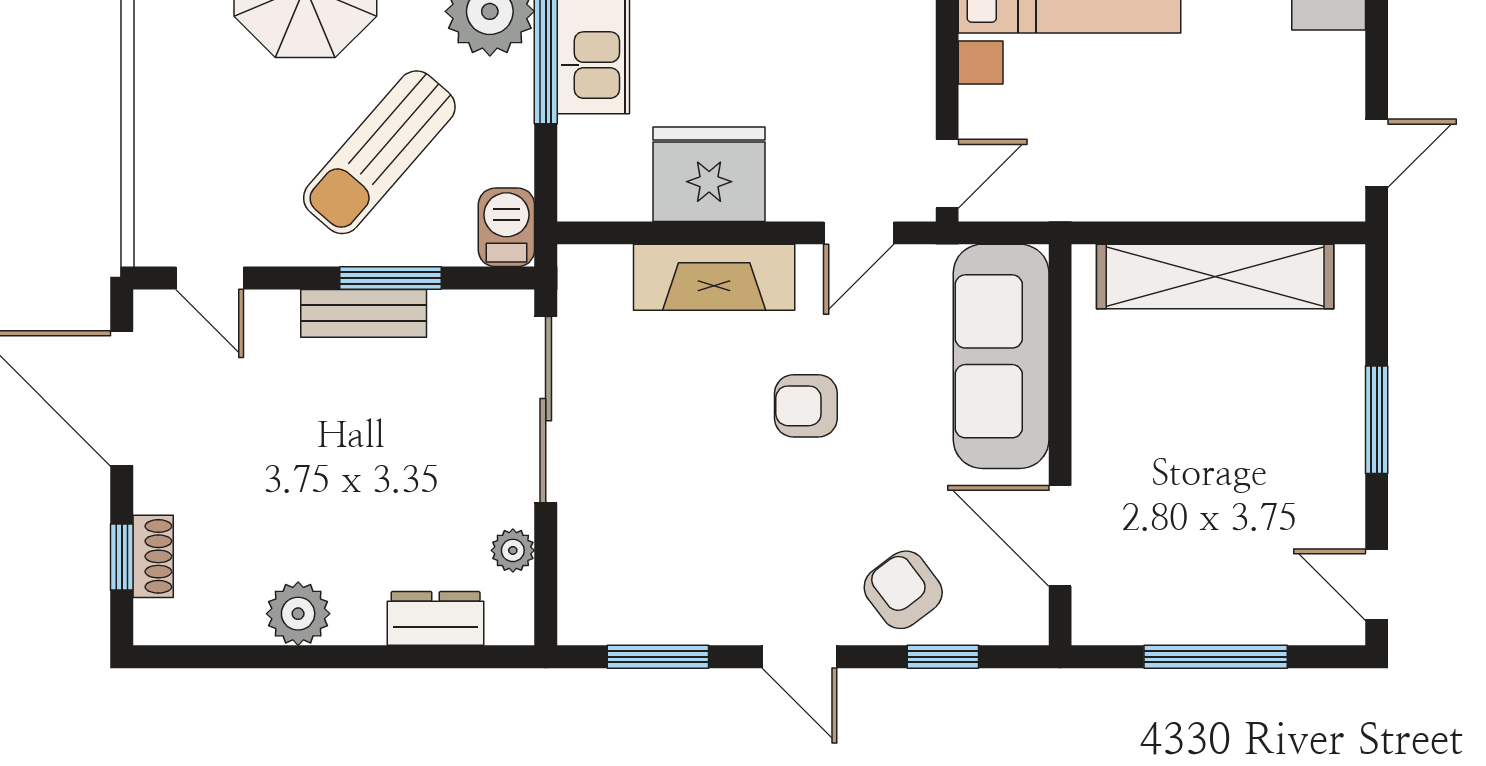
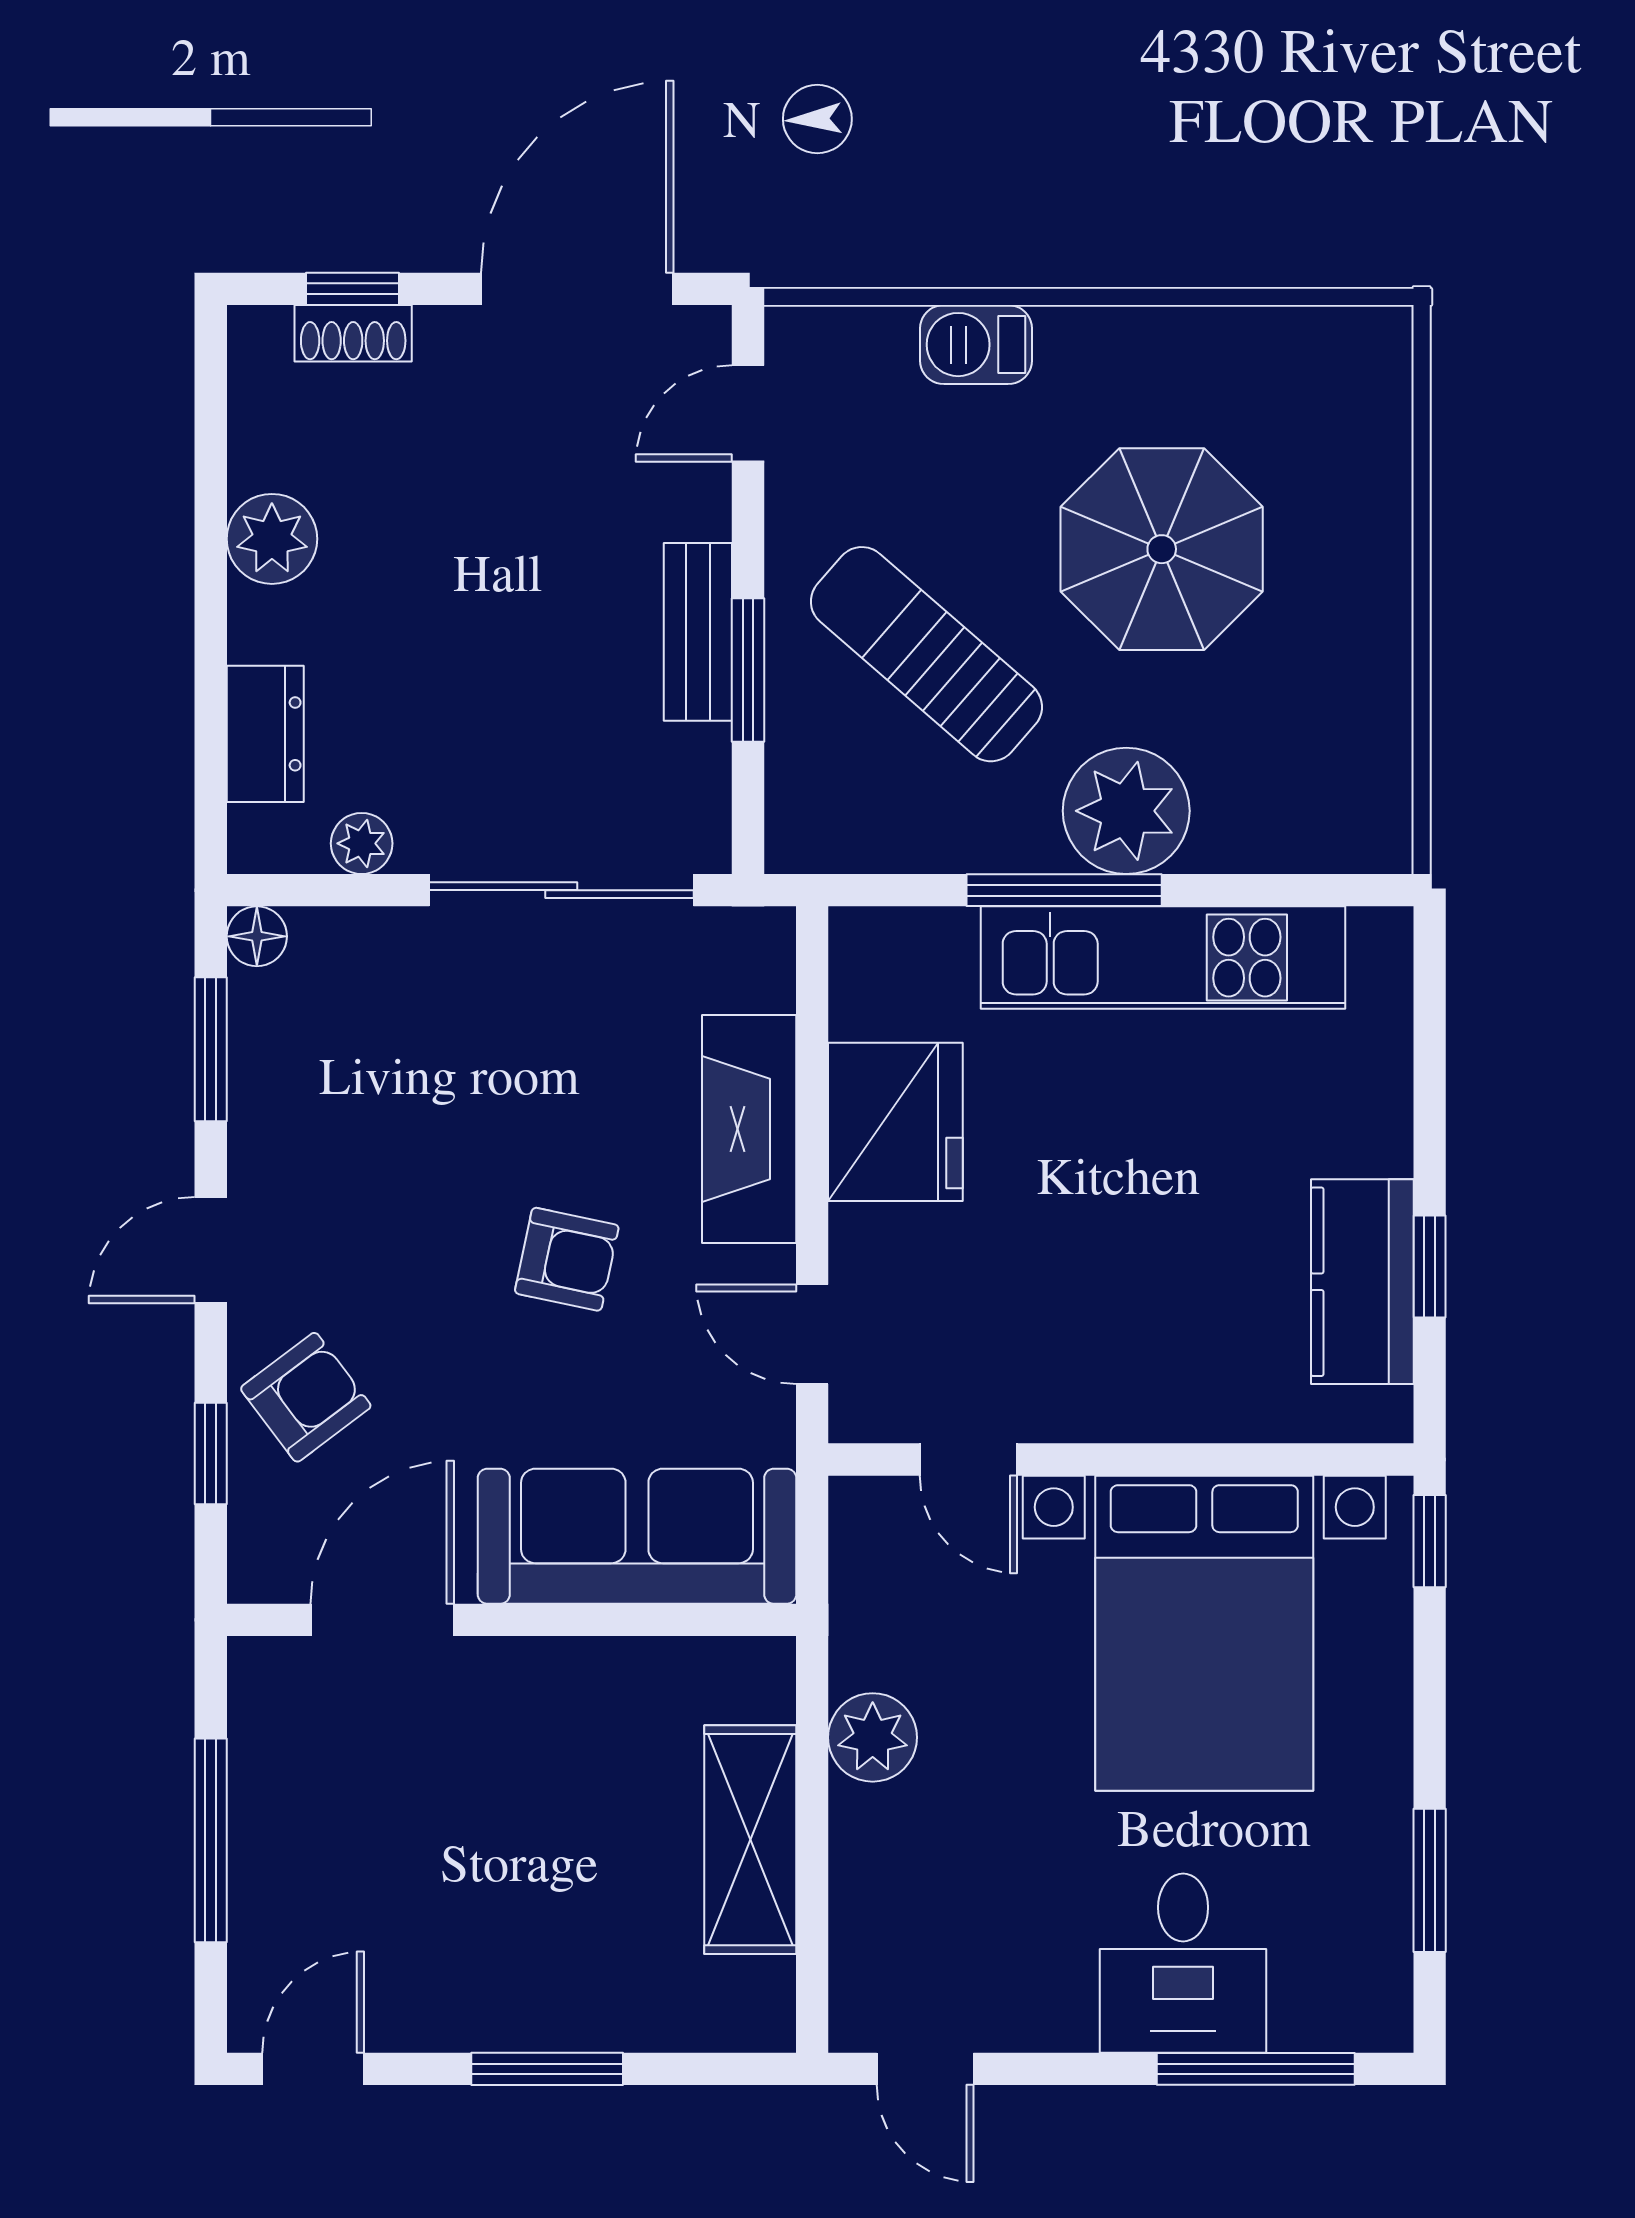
door: (947, 174) -> (968, 1460), moved
plant: (1143, 190) -> (873, 1737), added
barbecue: (506, 227) -> (976, 345), moved, turned 180
shelving: (1215, 276) -> (750, 1840), width x0.68
armchair: (806, 406) -> (567, 1259), turned 102
floor lamp: (578, 624) -> (257, 936), added

